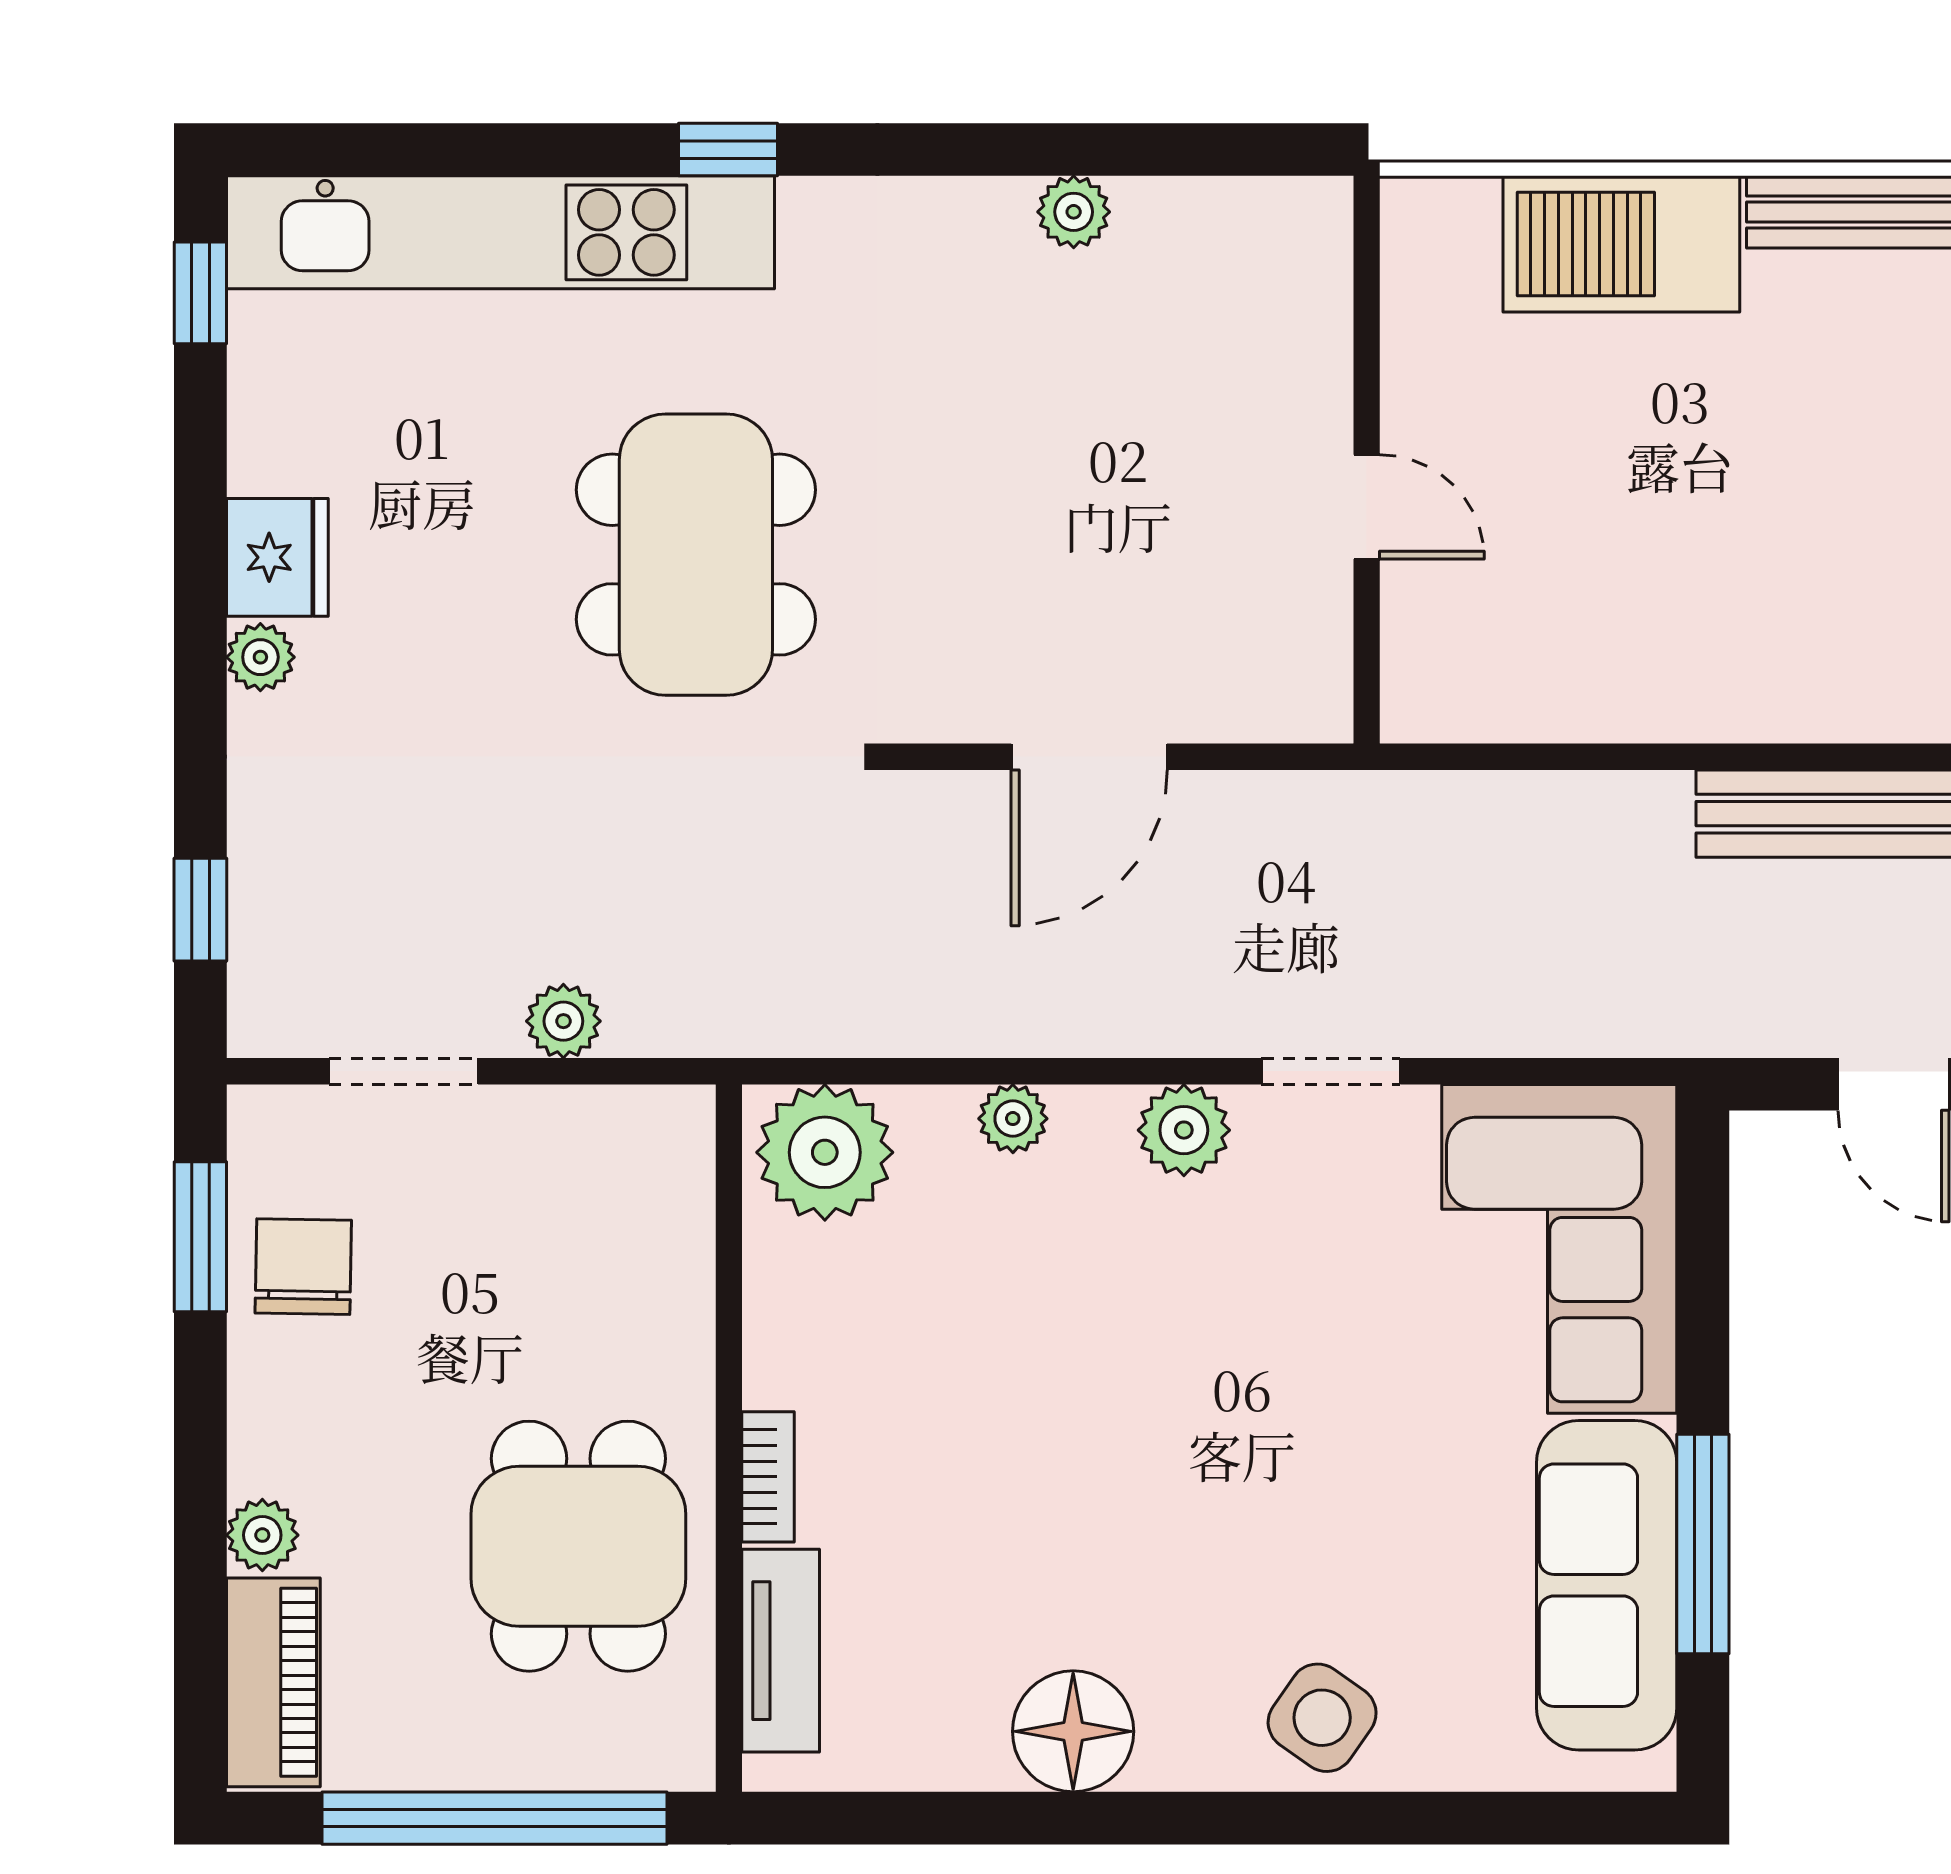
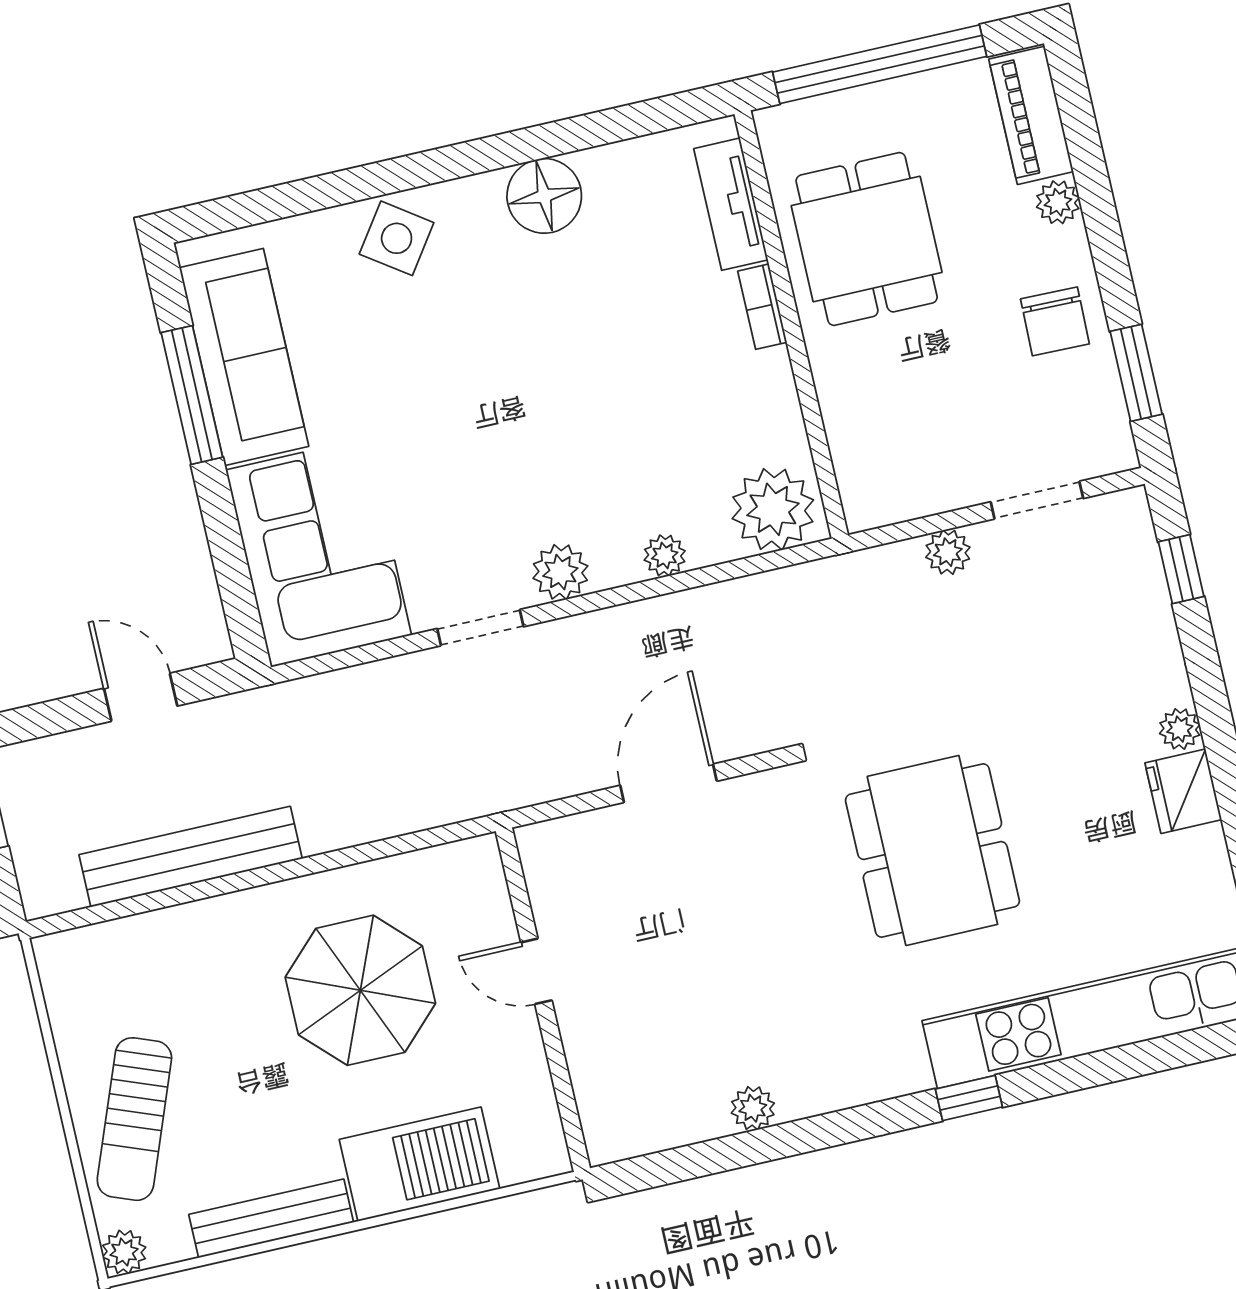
parasol: (1652, 541) -> (360, 990), added
chair: (303, 1267) -> (1055, 321), moved

